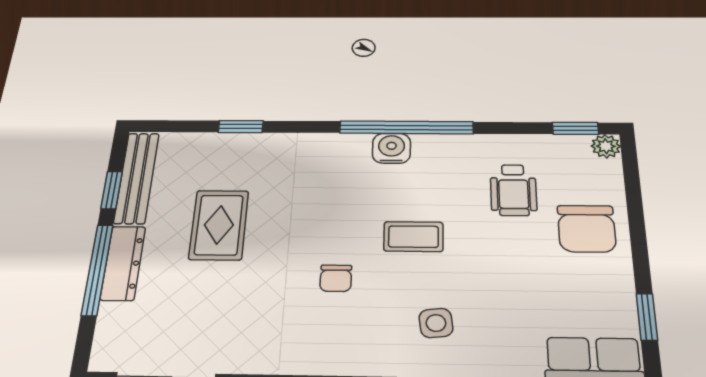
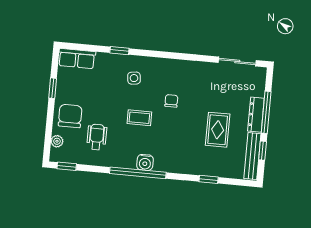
plant: (606, 146) -> (57, 141), moved
window: (647, 317) -> (53, 88), moved

